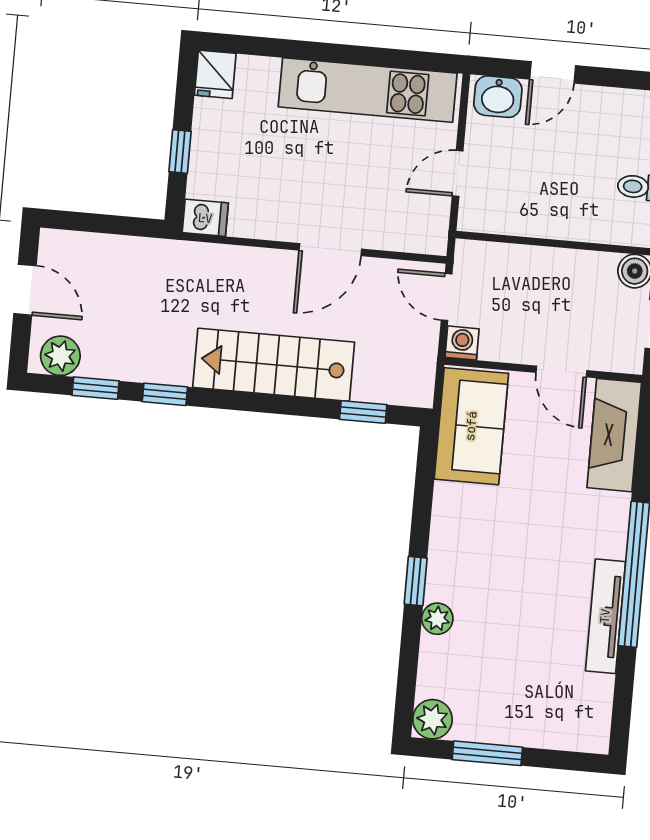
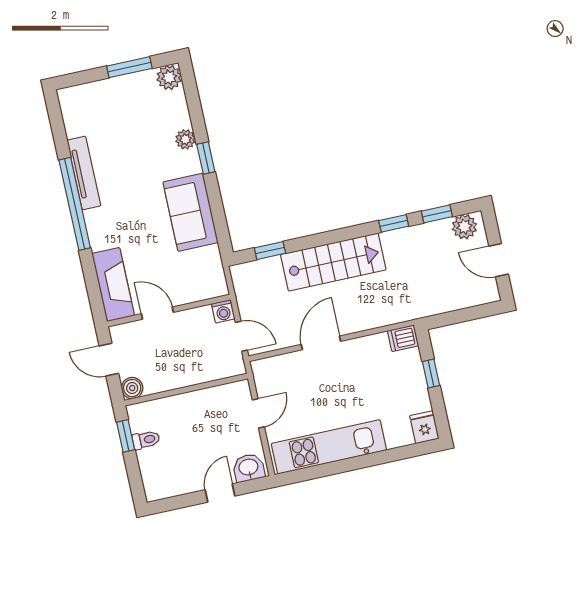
sofa: (471, 426) -> (191, 212), moved

